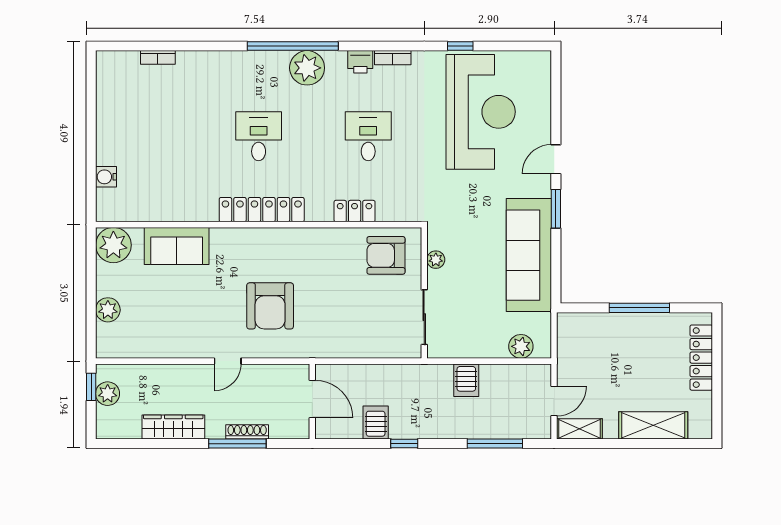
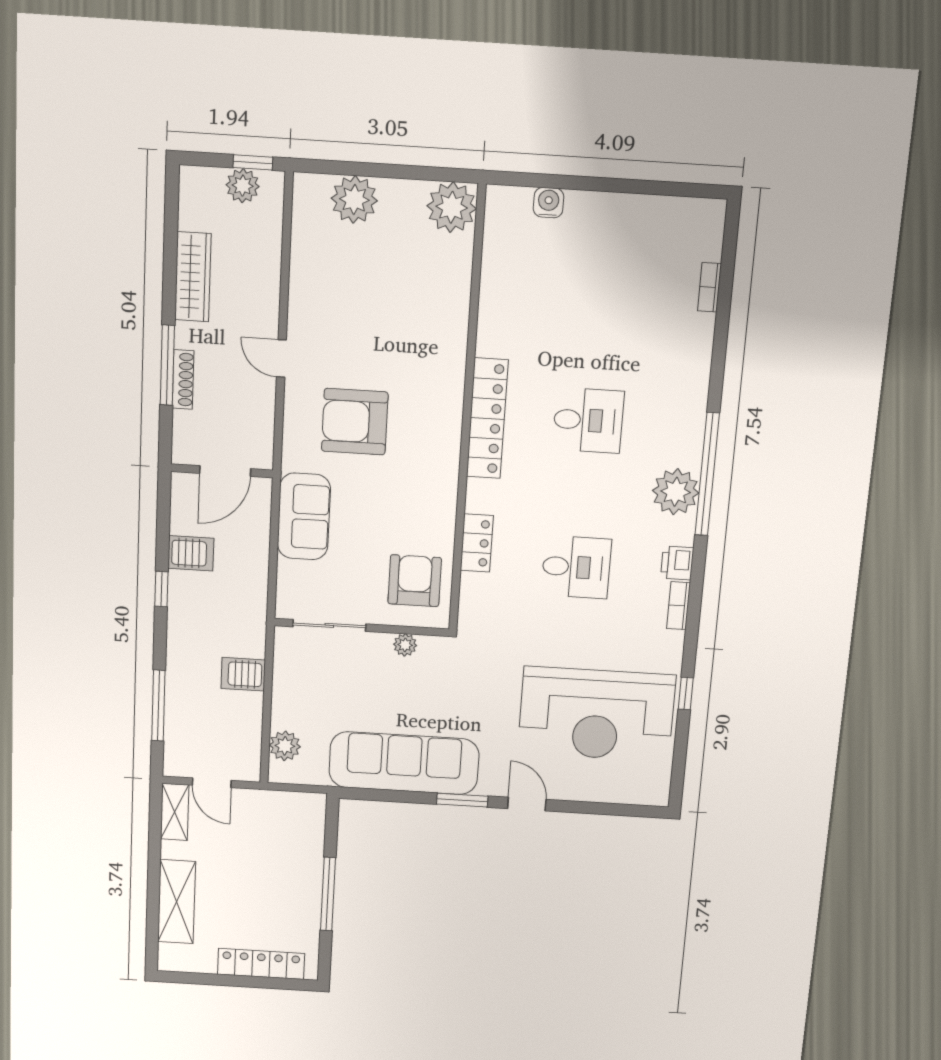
sofa: (177, 246) -> (304, 516), moved, turned 180
plant: (108, 310) -> (354, 200), width x1.36, depth x1.36

